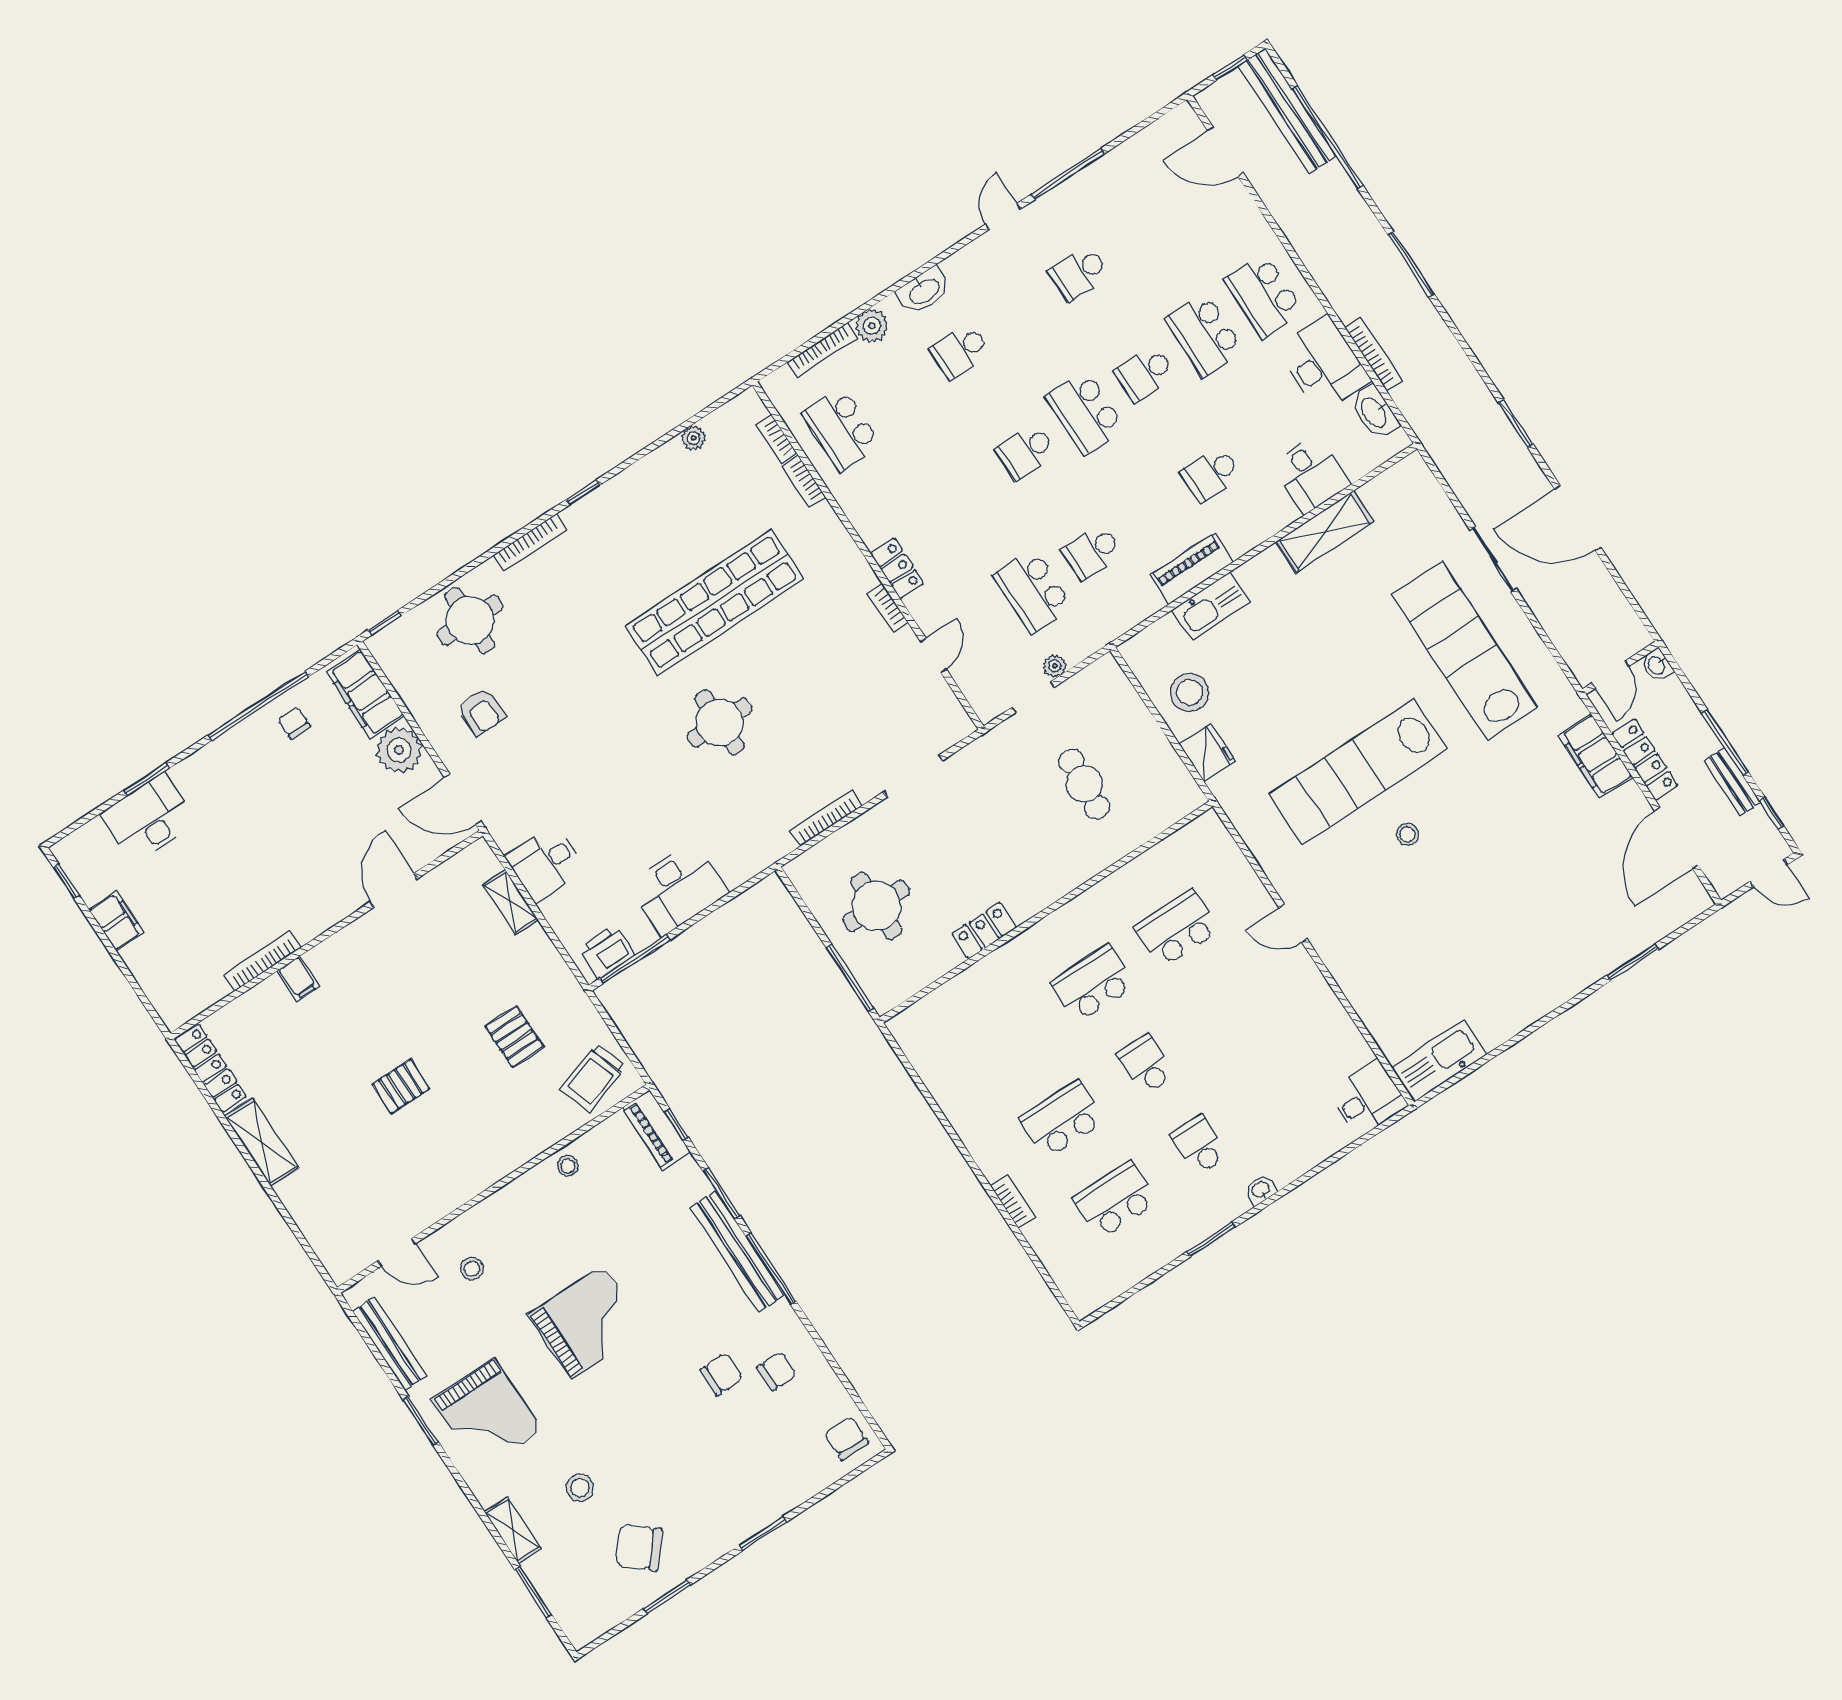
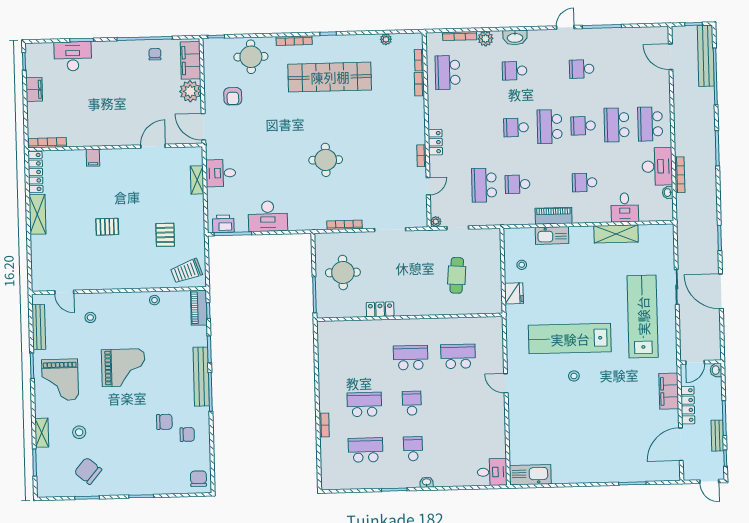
washbasin: (1374, 412) -> (668, 193), width x0.52, depth x0.69
shop shelf: (715, 602) -> (330, 77), moved
plant: (1055, 666) -> (436, 222), moved
stool: (1190, 692) -> (522, 265), width x0.53, depth x0.53
bookcase: (262, 961) -> (47, 143), moved

